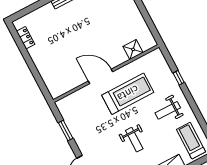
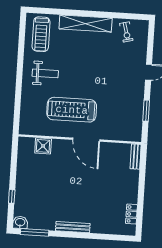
window: (179, 78) -> (18, 96), removed
bench: (51, 87) -> (136, 157), added
weight bench: (134, 140) -> (91, 66), removed

